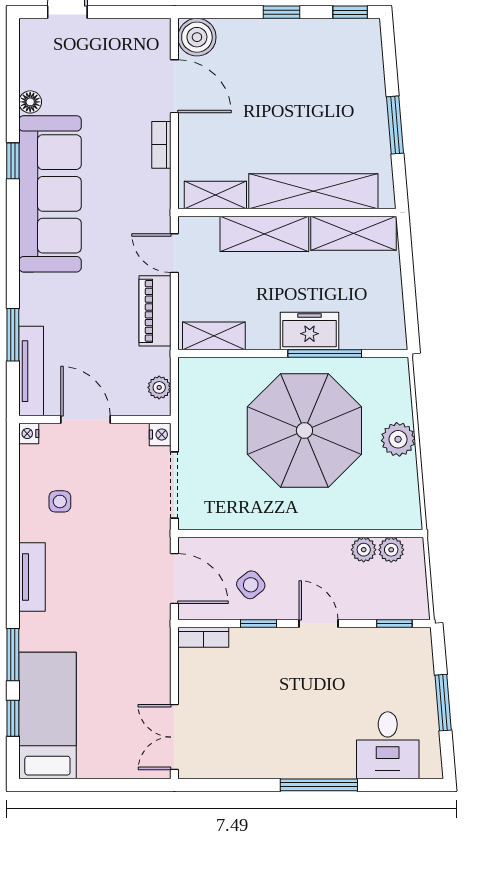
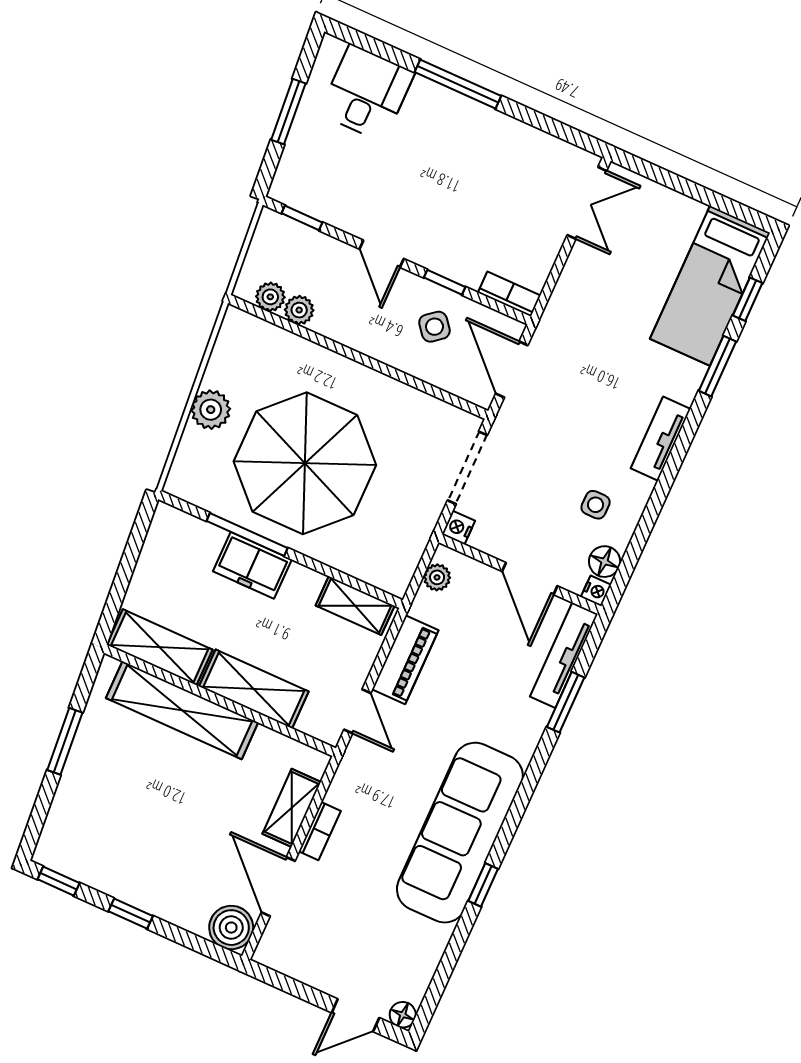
floor lamp: (30, 102) -> (403, 1015), moved
shelving: (215, 195) -> (292, 808), moved, turned 90
floor lamp: (32, 460) -> (605, 562), added

